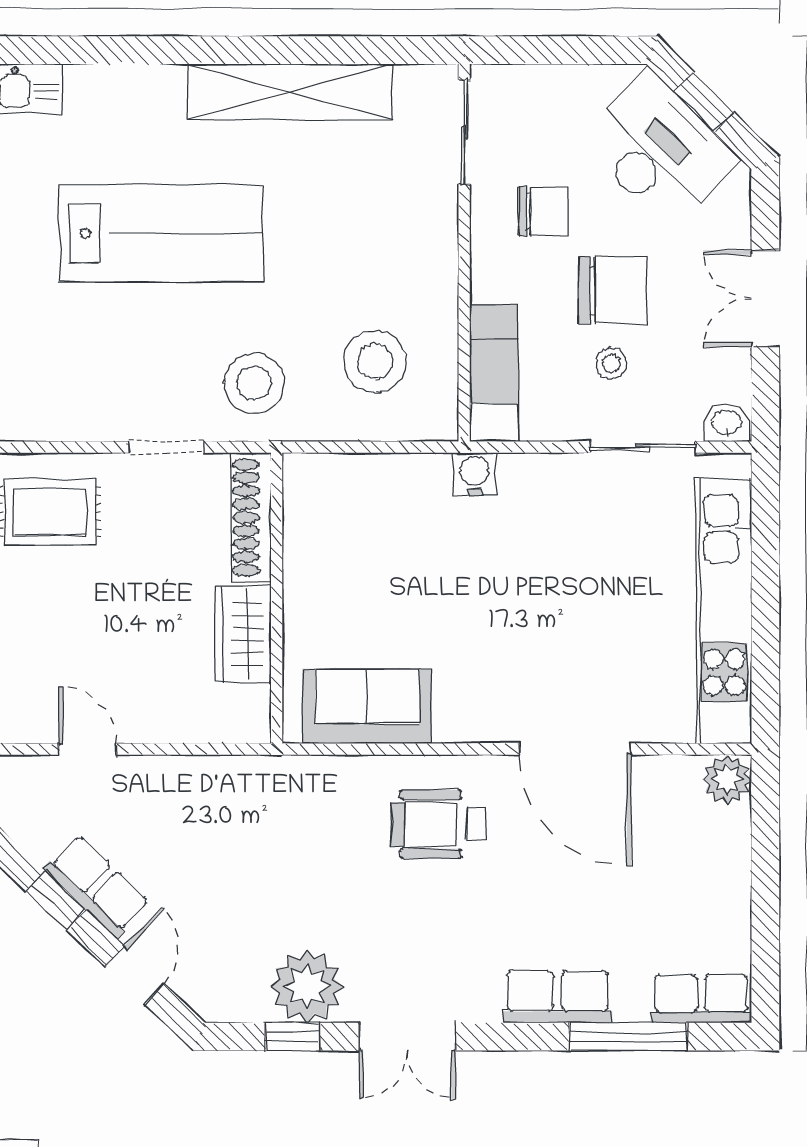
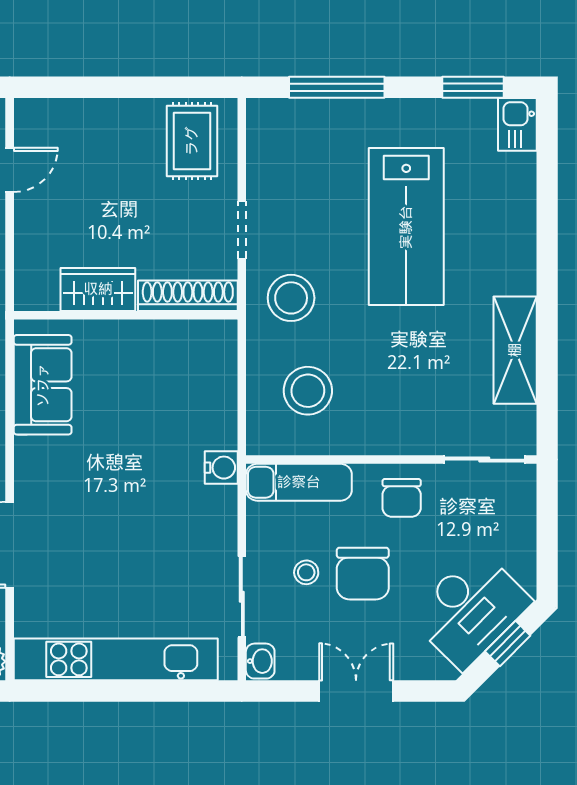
shelving: (289, 92) -> (515, 350), width x0.68
chair: (543, 211) -> (402, 498), moved

